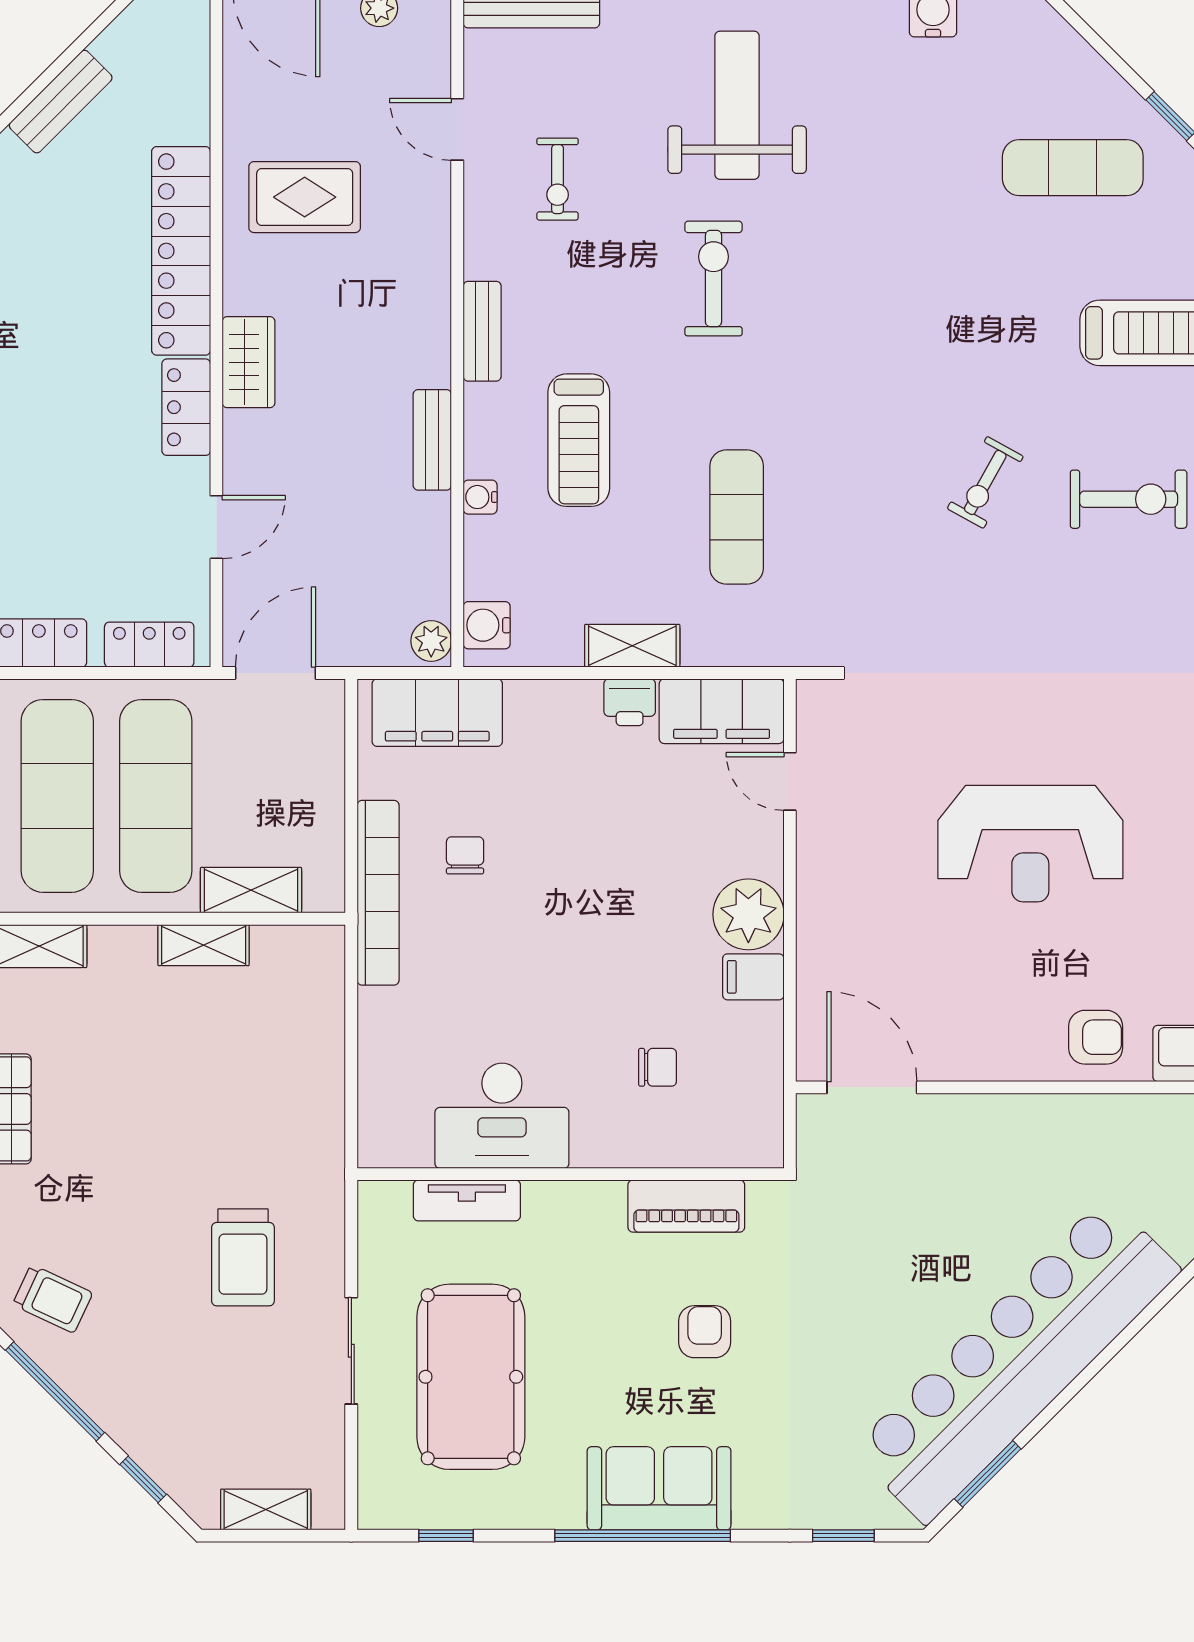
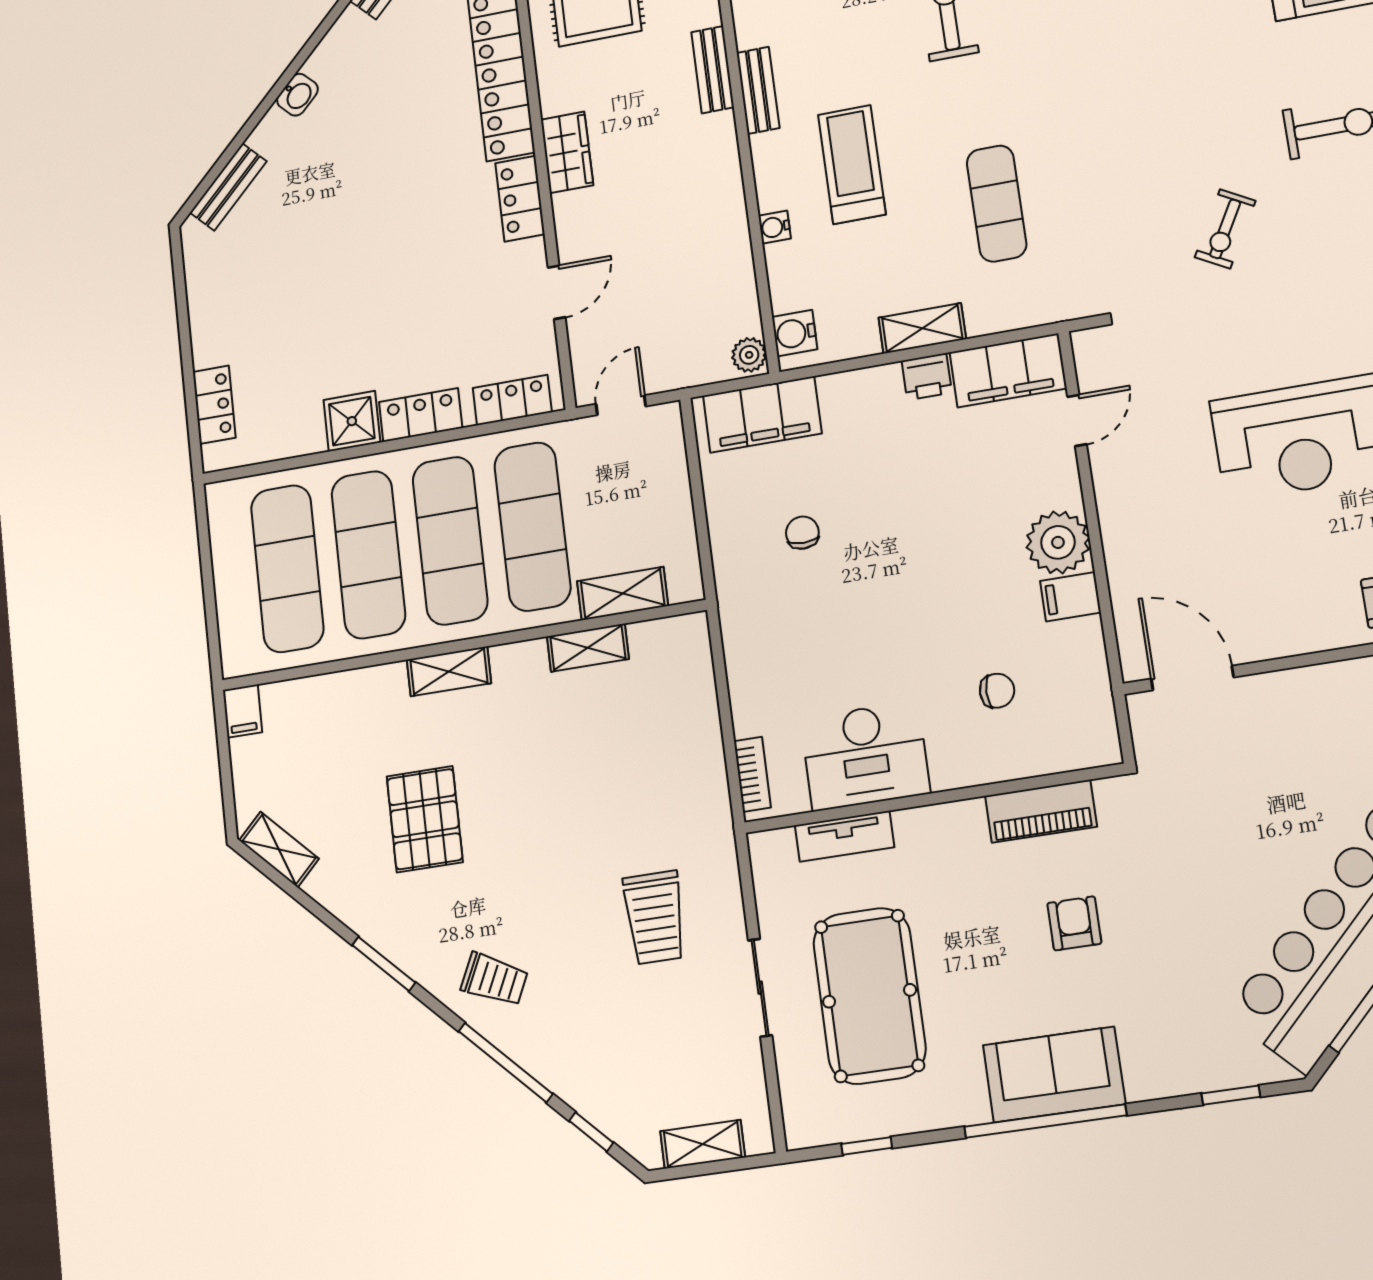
bench: (432, 440) -> (713, 70), moved
treadmill: (579, 440) -> (852, 165), turned 180
exercise bike: (985, 482) -> (1225, 229), moved
door: (276, 673) -> (621, 405), width x0.73
door: (790, 781) -> (1077, 420), swing flipped
bookcase: (378, 893) -> (752, 774), moved, width x0.43, depth x0.76

